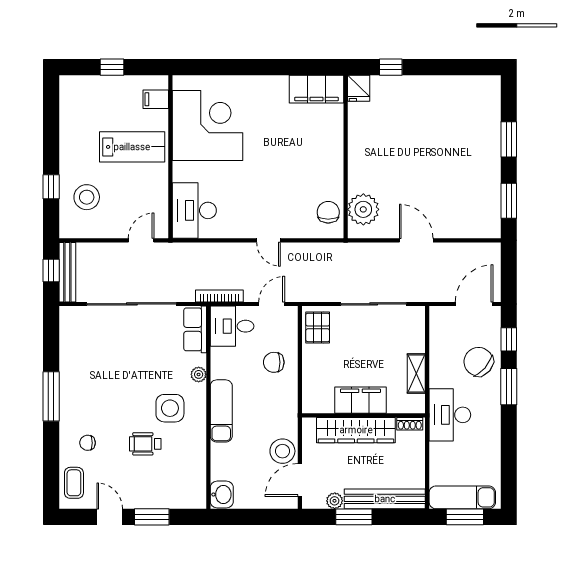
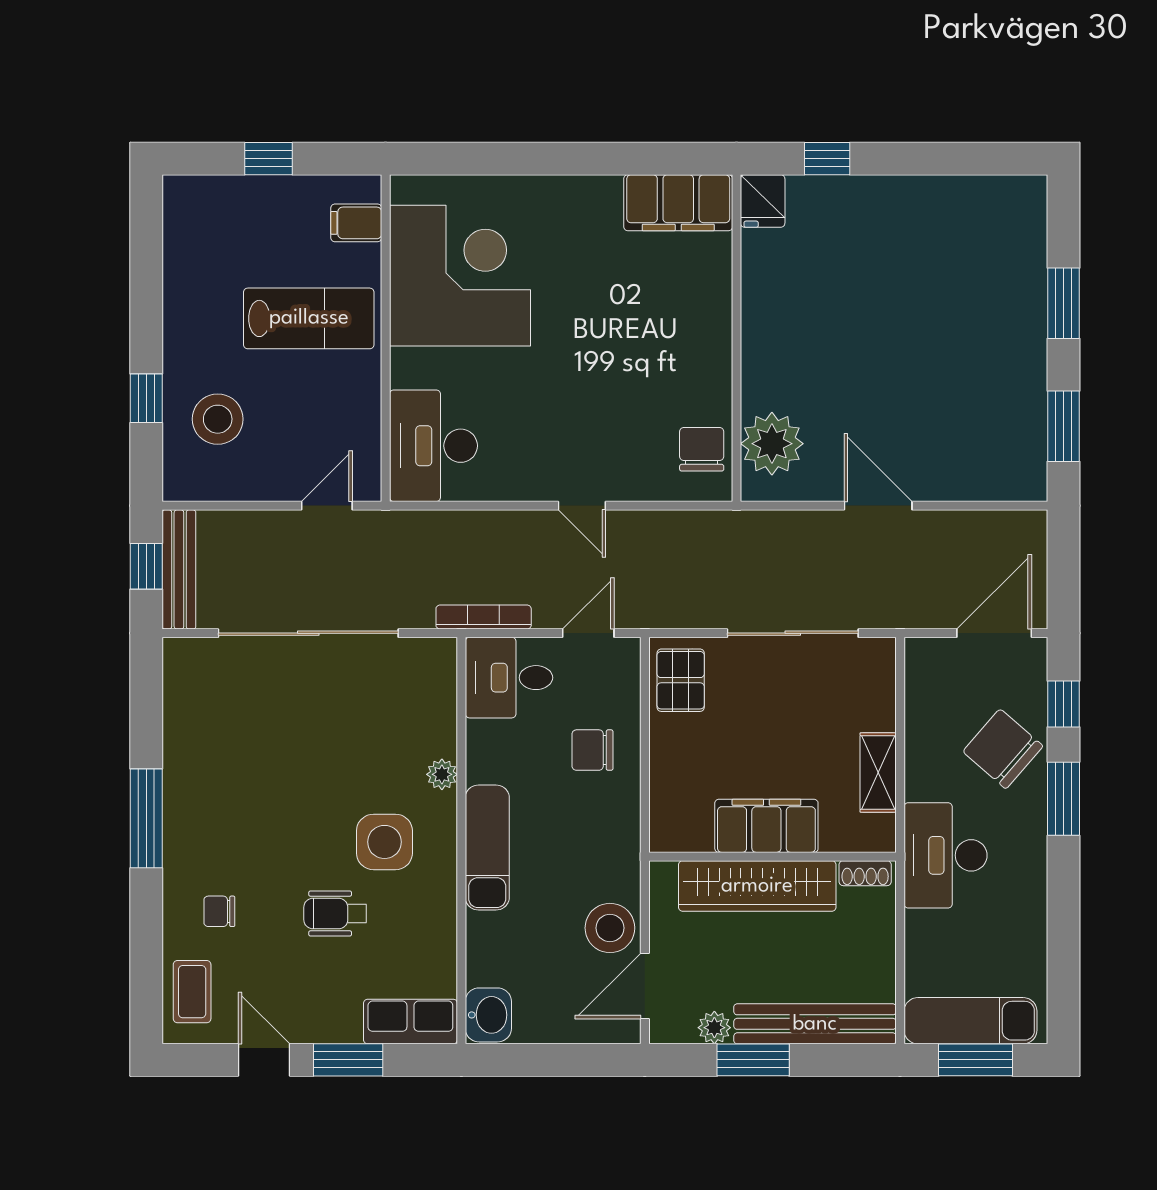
row of seats: (195, 329) -> (410, 1022), moved, turned 90

